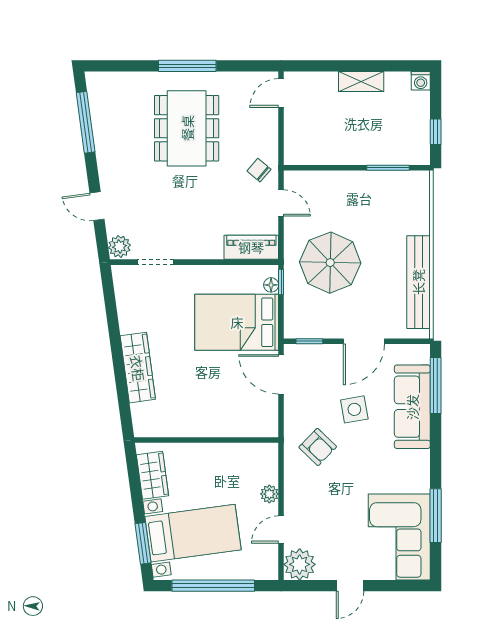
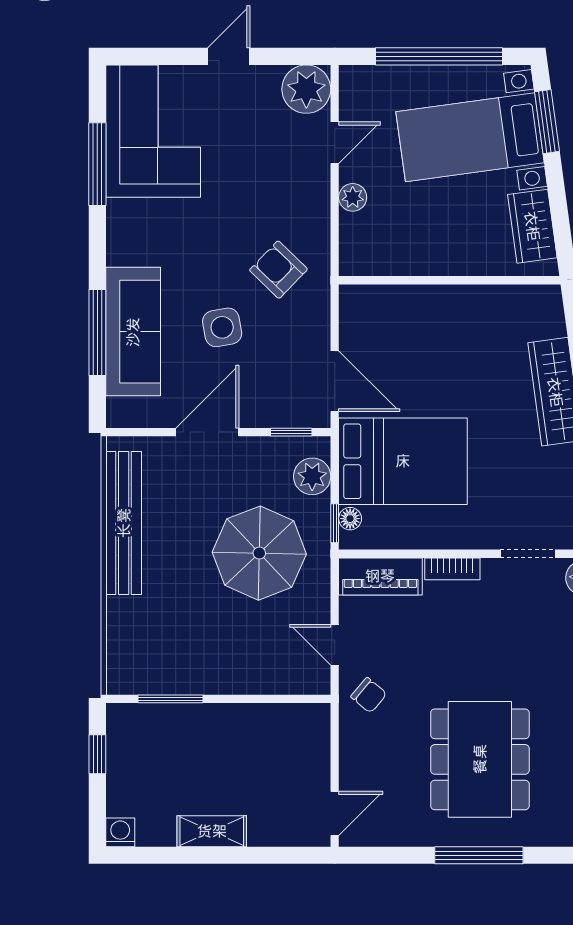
bookcase: (205, 252) -> (452, 569), added
plant: (296, 312) -> (312, 476), added
window: (436, 386) -> (97, 333), moved

